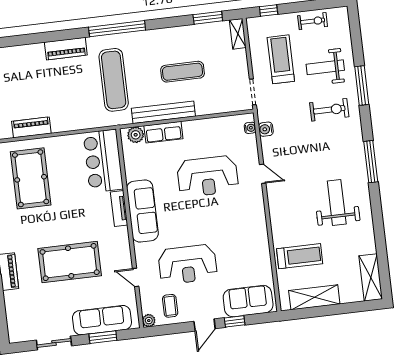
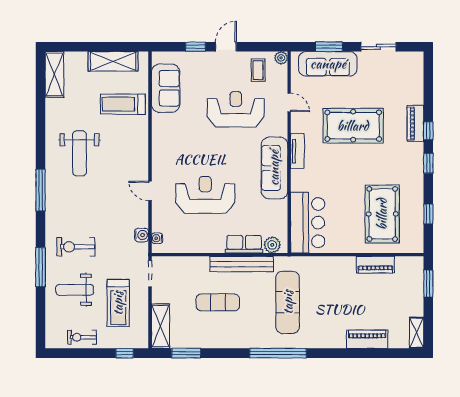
shelving: (238, 34) -> (160, 326), width x1.50, depth x1.33
piano: (66, 49) -> (367, 339), moved
weight bench: (325, 67) -> (75, 290), turned 180
tv unit: (119, 208) -> (297, 151), moved
sofa: (248, 301) -> (166, 88), moved, turned -90

